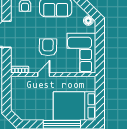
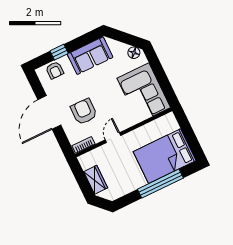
armchair: (48, 47) -> (84, 112), moved
wardrobe: (16, 99) -> (96, 180), added

